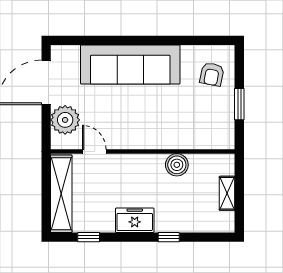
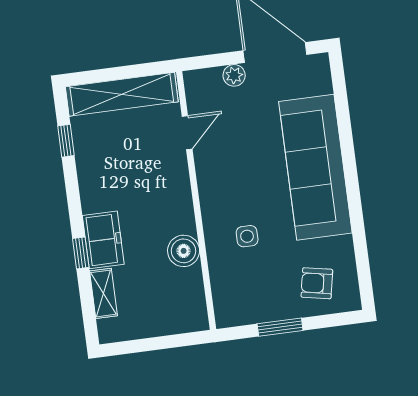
side table: (172, 119) -> (247, 236), added
plant: (65, 120) -> (234, 75), width x0.53, depth x0.53
shelving: (227, 193) -> (103, 293), moved, turned 90
freezer: (135, 220) -> (103, 240), moved

